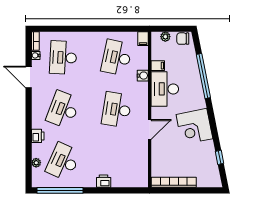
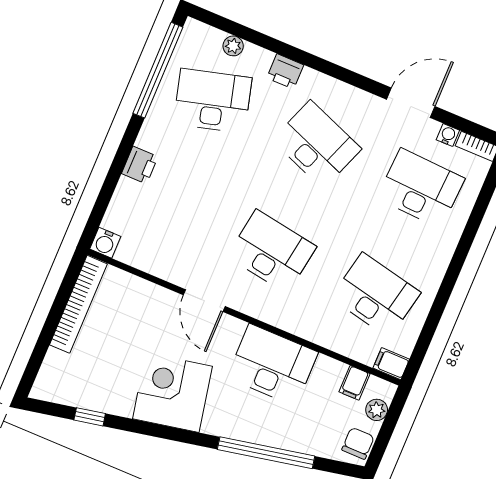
filing cabinet: (158, 66) -> (354, 383), moved
water cooler: (143, 76) -> (105, 243), moved
desk: (63, 162) -> (213, 101), turned -39

